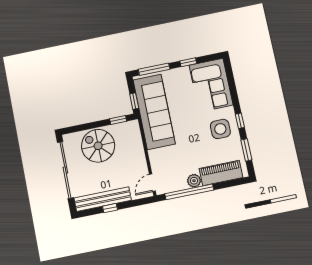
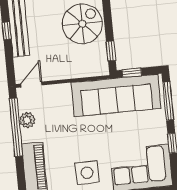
plant: (194, 181) -> (27, 120), moved
door: (152, 183) -> (31, 85), hinge flipped

